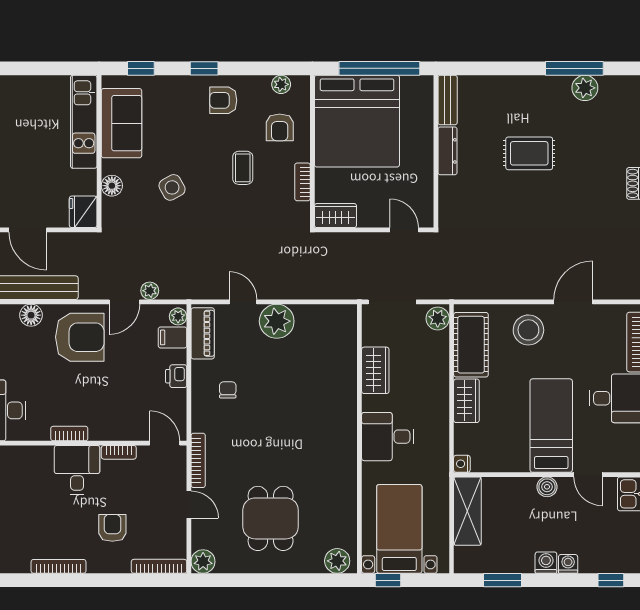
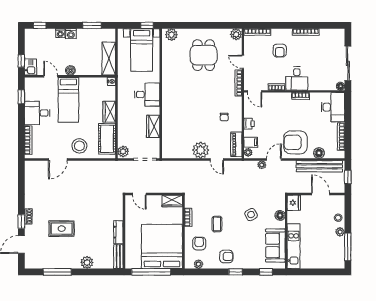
plant: (585, 88) -> (87, 262), moved
rug: (529, 153) -> (62, 229), moved

